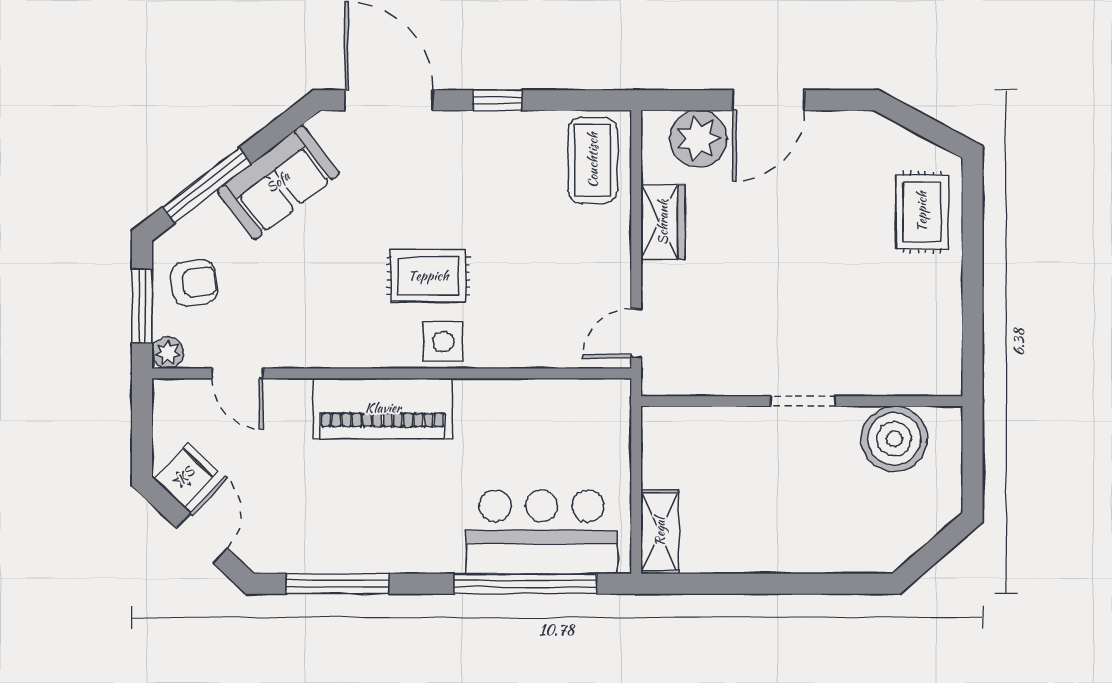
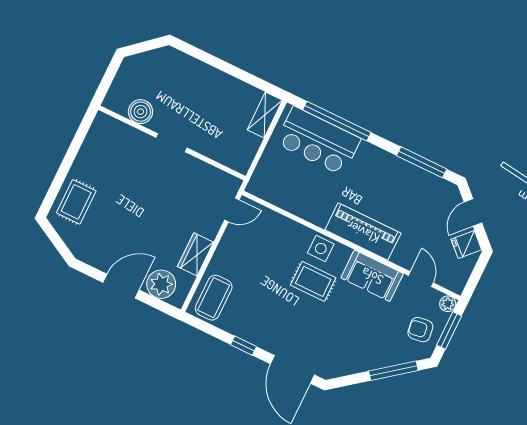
sofa: (278, 182) -> (372, 276), moved, turned -142
boiler: (894, 439) -> (141, 112), width x0.73, depth x0.73

